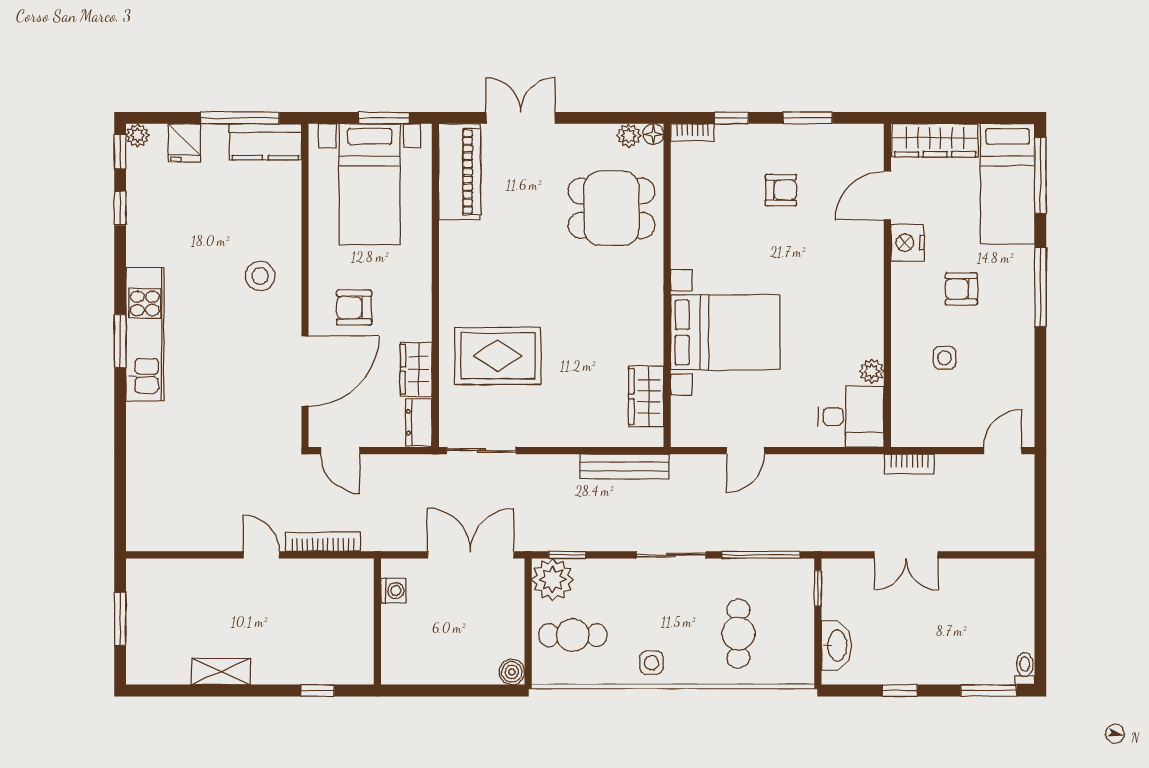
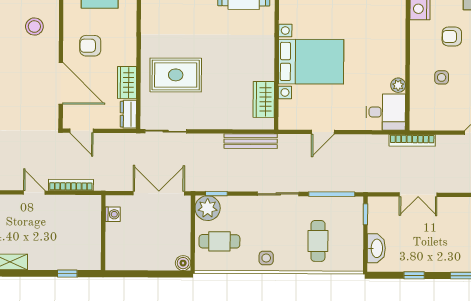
door: (305, 371) -> (61, 83), hinge flipped
bookcase: (910, 464) -> (412, 140), width x1.56

